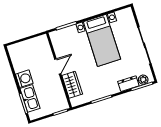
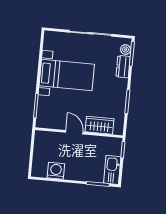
washing machine: (24, 79) -> (56, 171), moved
kitchen sink: (30, 98) -> (112, 170), moved, turned -90

